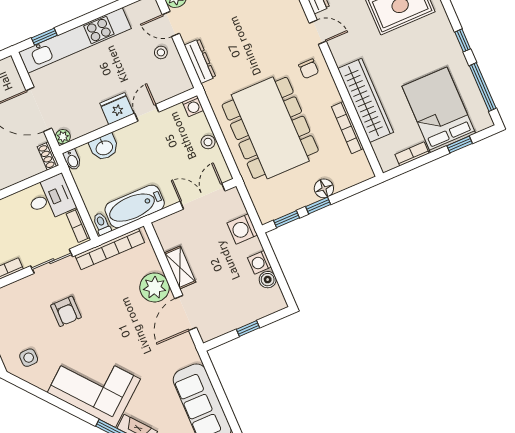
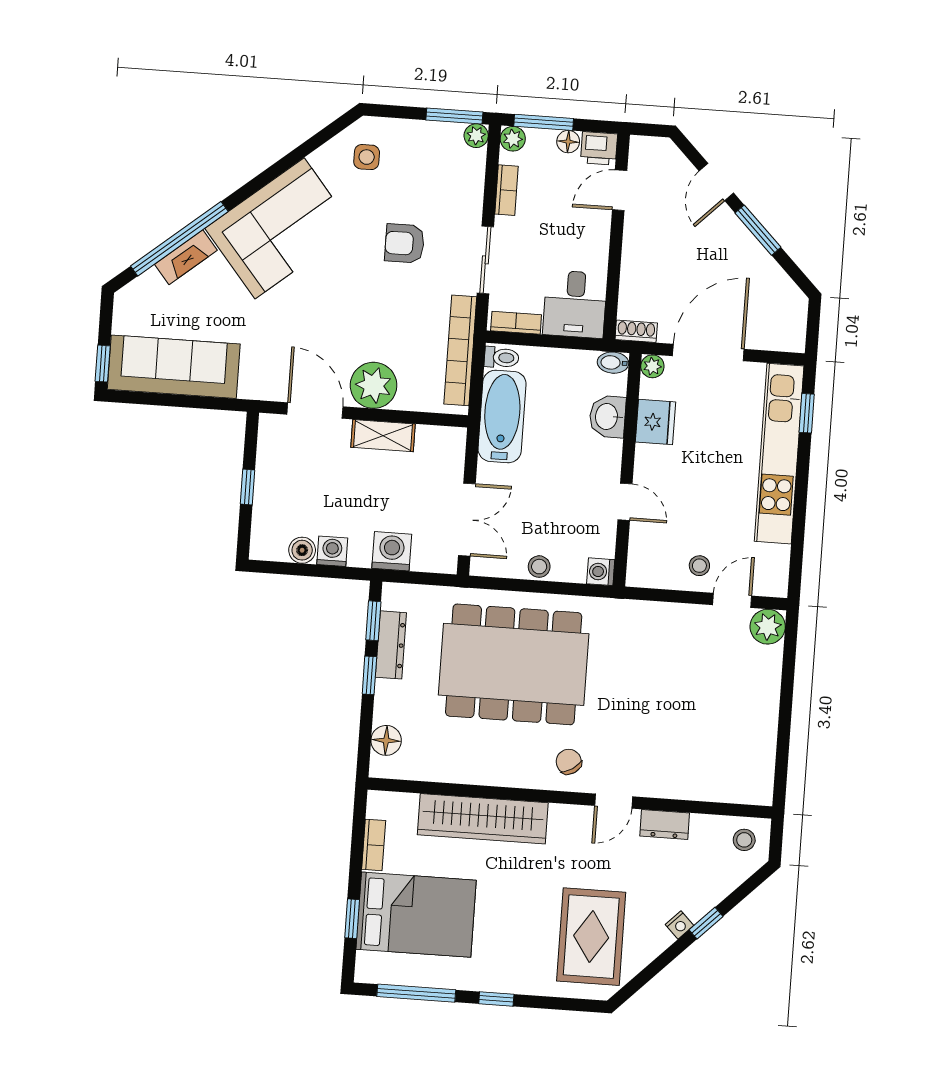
dresser: (200, 61) -> (391, 645), moved, turned -90
chair: (309, 69) -> (569, 762), turned 57
fridge: (117, 109) -> (656, 422), moved
bookcase: (348, 128) -> (458, 773), removed
floor lamp: (324, 188) -> (386, 740), moved

